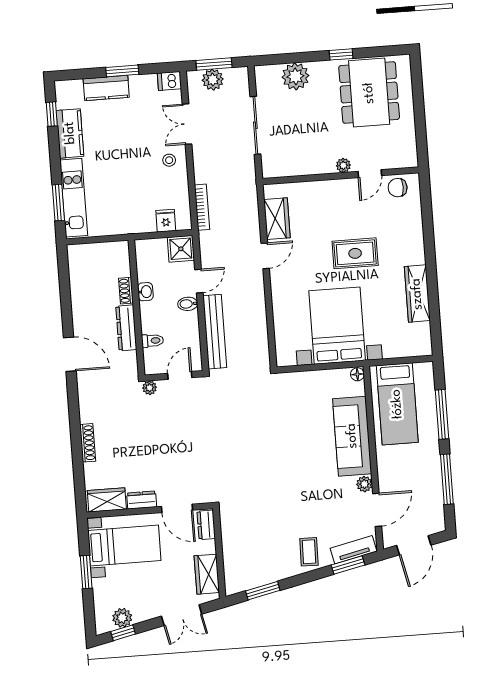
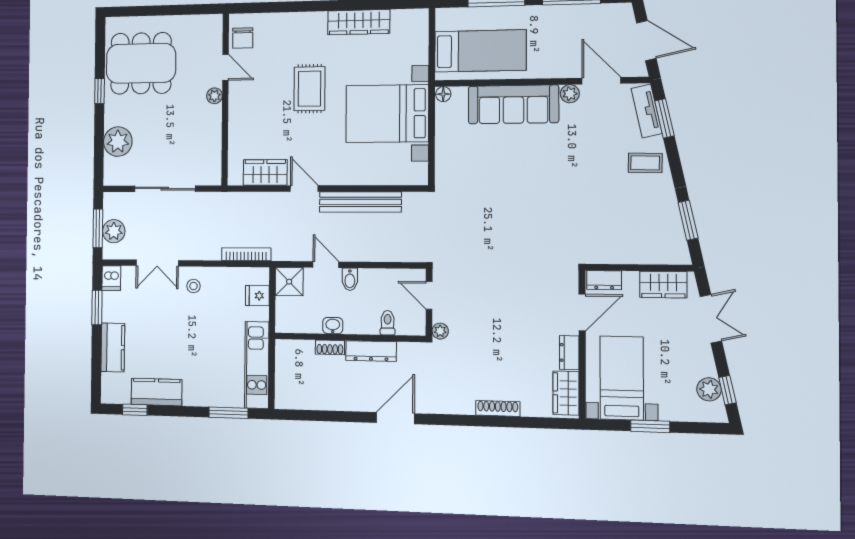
window: (122, 71) -> (97, 308), moved
kitchen unit: (74, 198) -> (257, 365), moved, turned -90
bench: (215, 332) -> (360, 202), moved

